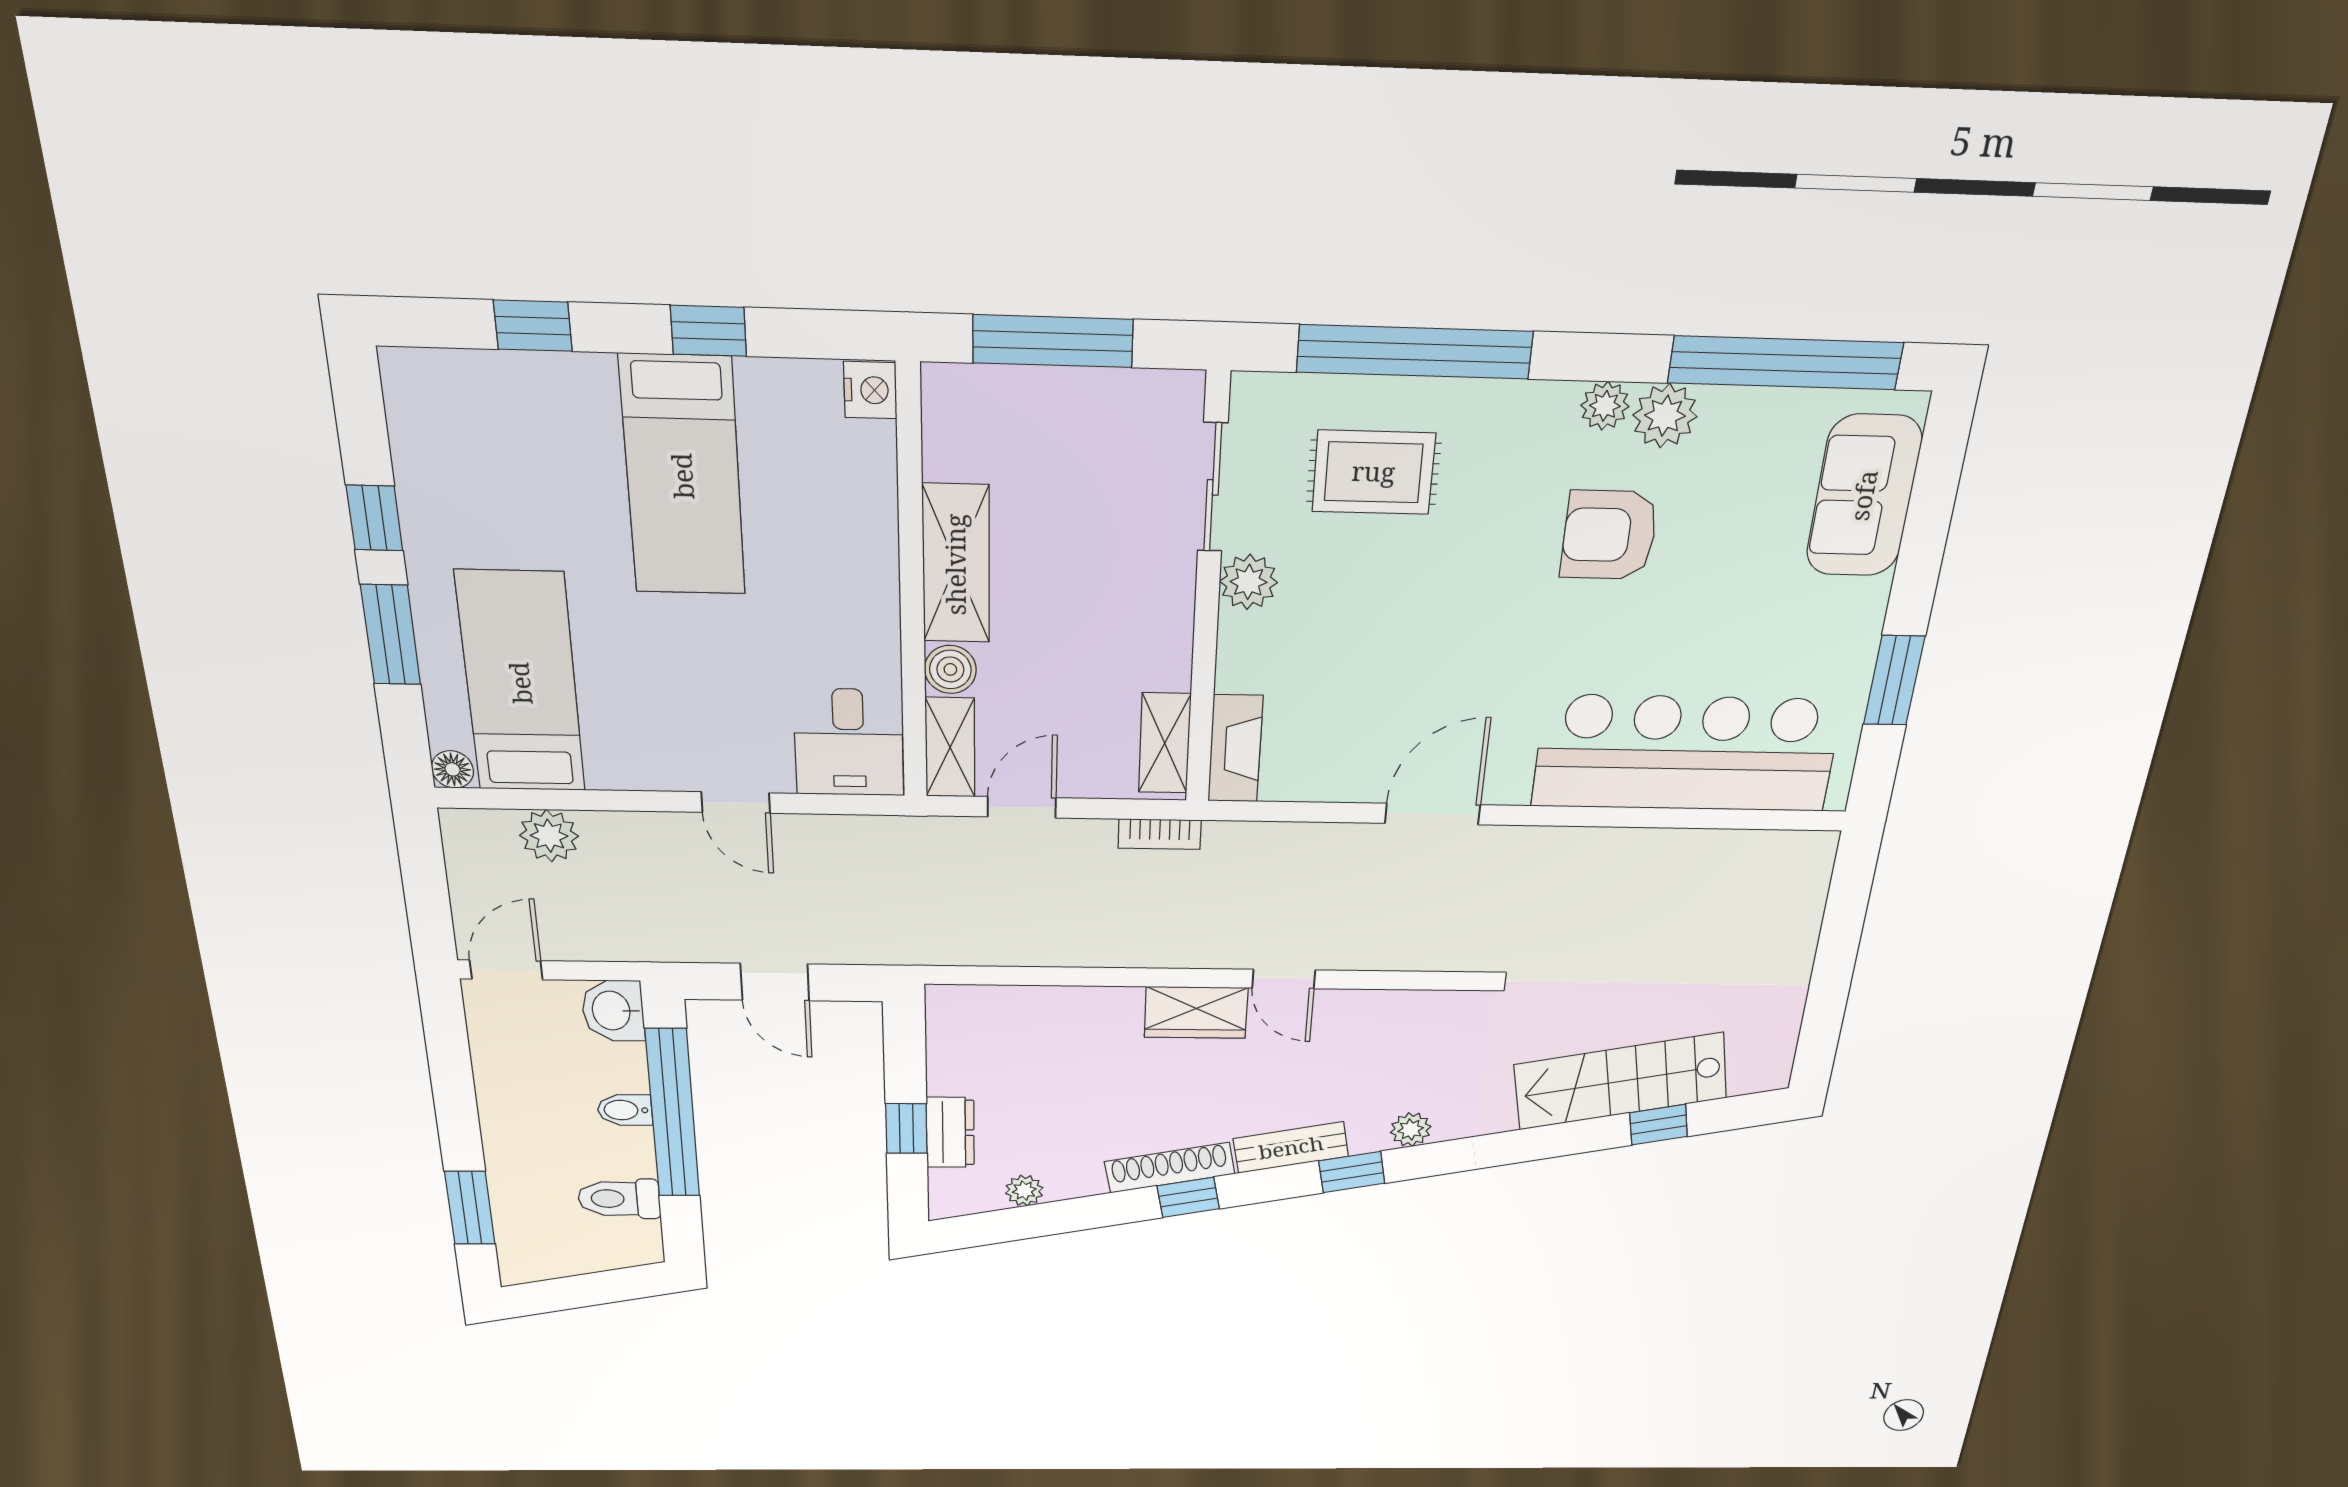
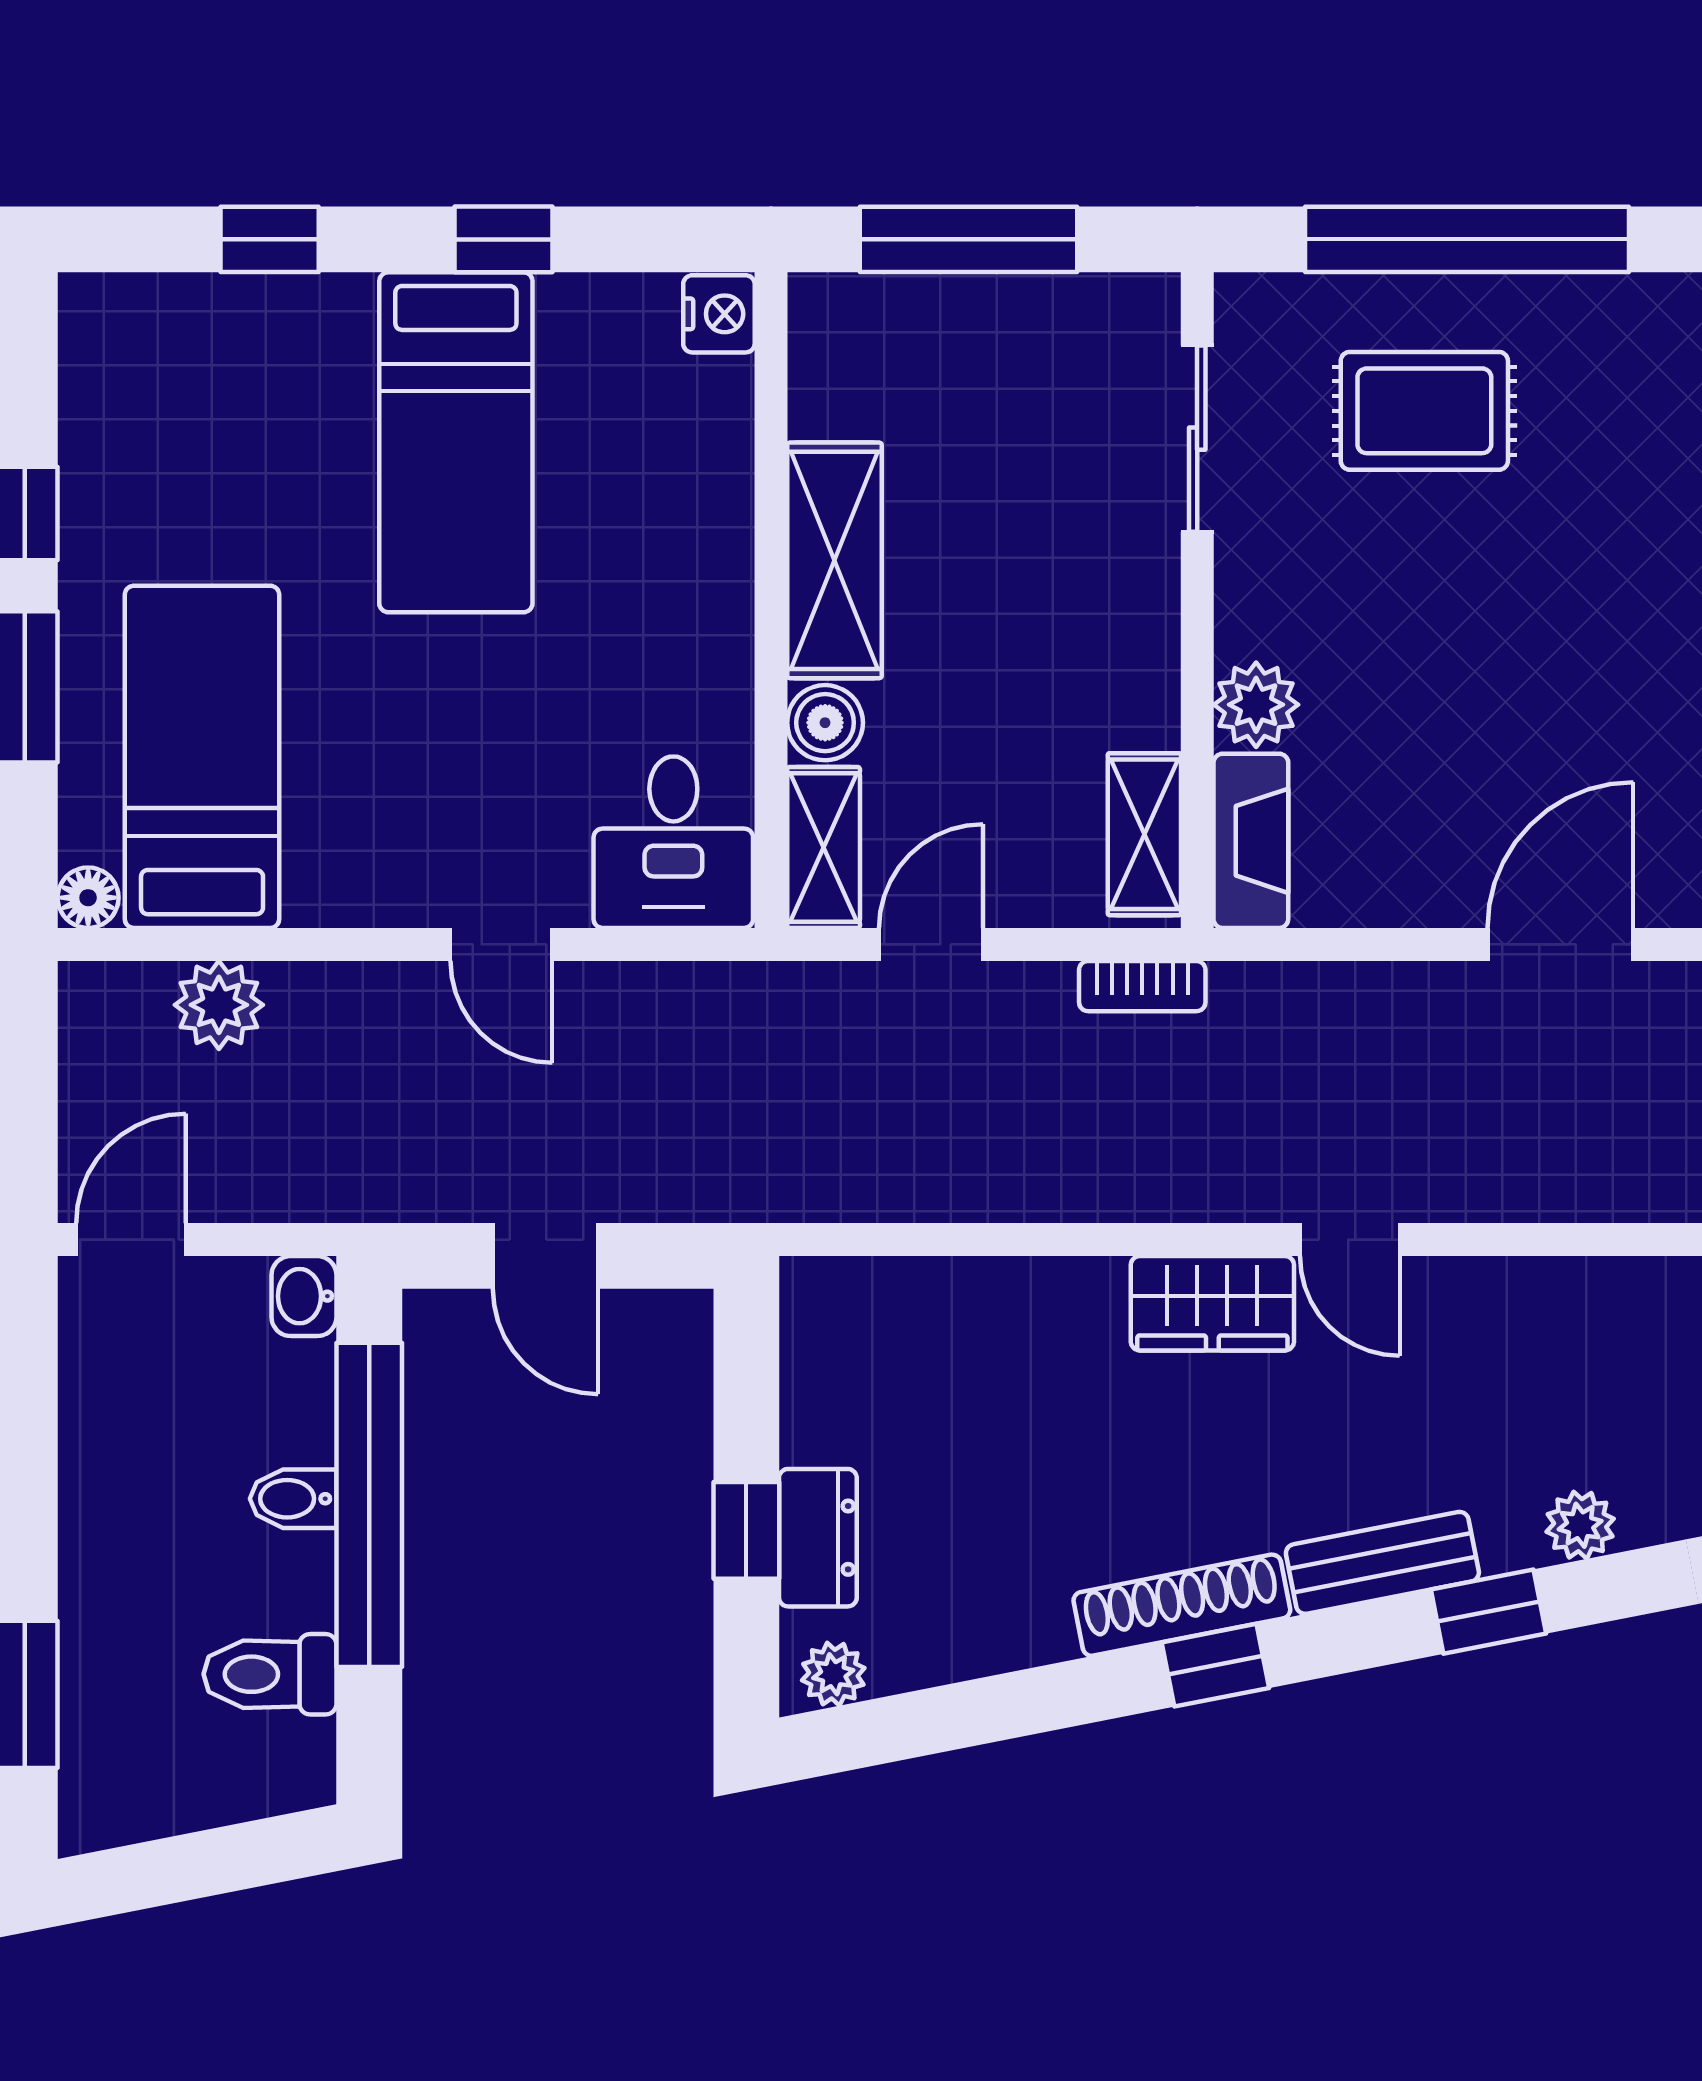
plant: (1249, 582) -> (1256, 705), moved
washbasin: (613, 1011) -> (304, 1296), width x0.72, depth x0.69
plant: (1024, 1191) -> (833, 1674), moved

